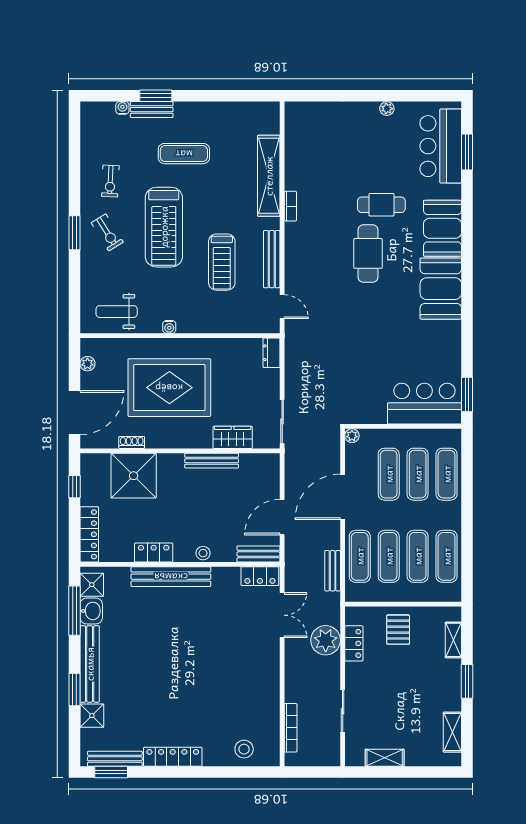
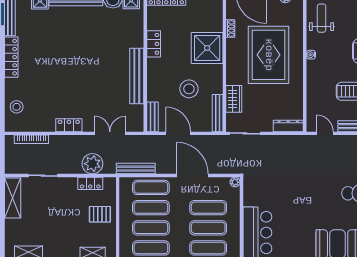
door: (282, 307) -> (325, 133), swing flipped
dresser: (271, 353) -> (288, 126), width x1.44
bench: (212, 461) -> (218, 113), moved
shower: (134, 476) -> (207, 48), moved
stool: (203, 553) -> (189, 89), moved, width x1.89, depth x1.89
bench: (333, 571) -> (136, 169), width x1.36
locker: (260, 576) -> (69, 125), moved, turned 90
bench: (171, 577) -> (137, 76), moved
double door: (282, 615) -> (110, 133), swing flipped
shelving: (385, 758) -> (13, 198), width x1.50, depth x1.33

